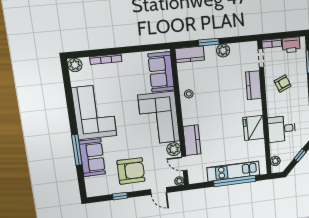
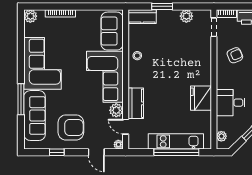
plant: (223, 51) -> (186, 16), moved
kitchen counter: (254, 85) -> (204, 54), removed
sofa: (92, 158) -> (35, 116), width x1.36

